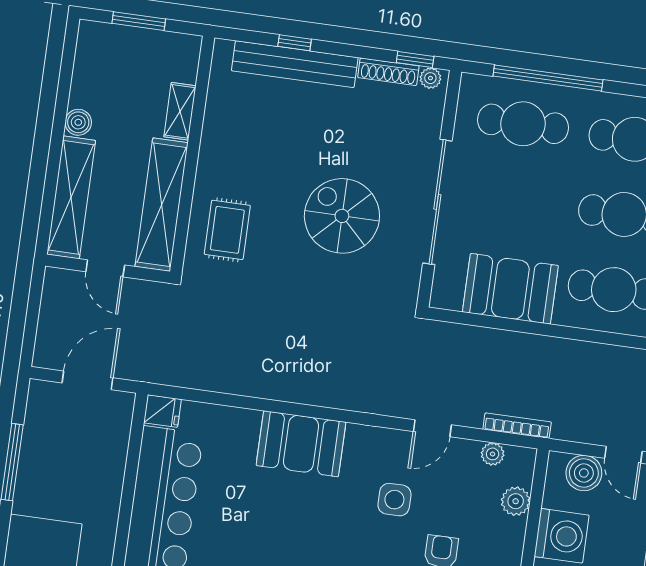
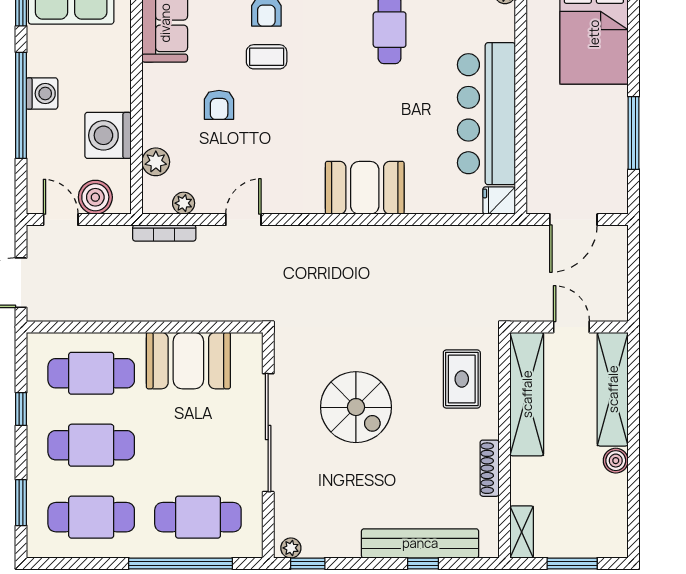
shoe rack: (388, 72) -> (490, 468), moved, turned -90
shelving: (180, 111) -> (522, 532), moved
side table: (394, 500) -> (270, 148), removed

